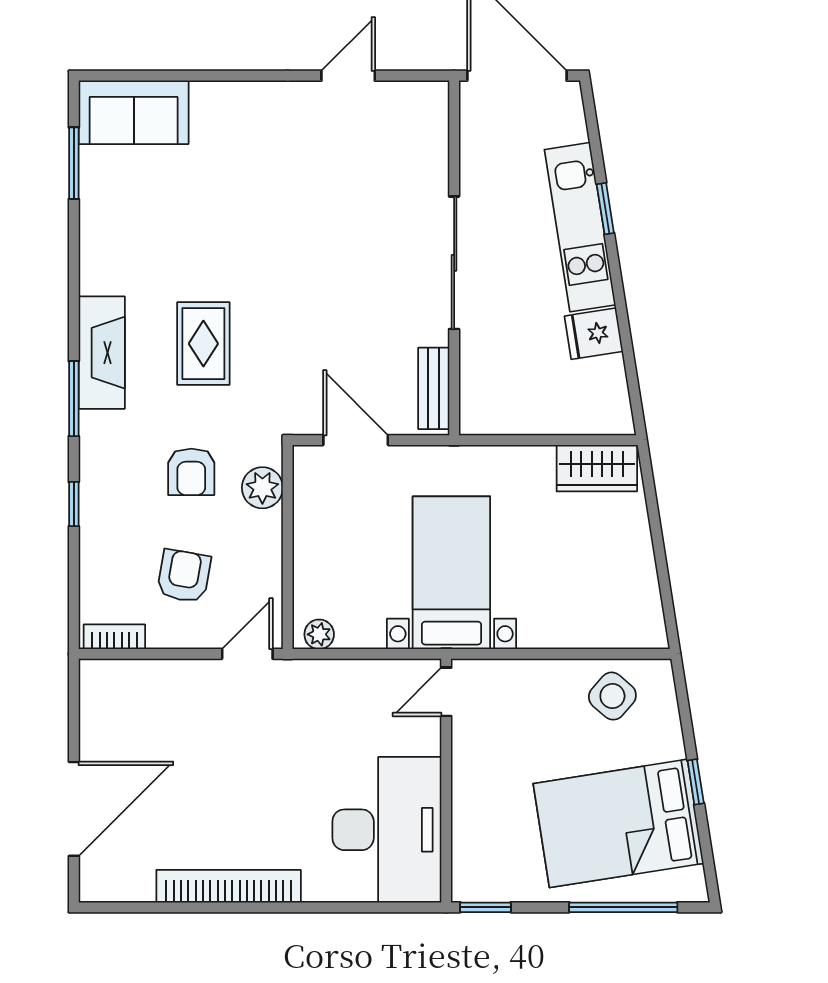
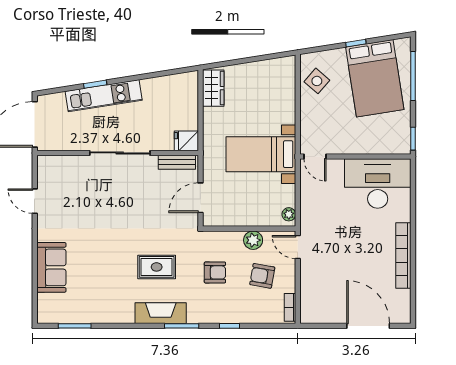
sofa: (134, 112) -> (51, 267), moved
fridge: (594, 334) -> (186, 141), moved, turned 99
plant: (262, 488) -> (253, 240), moved

